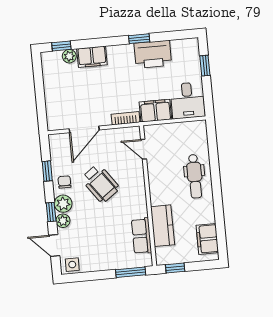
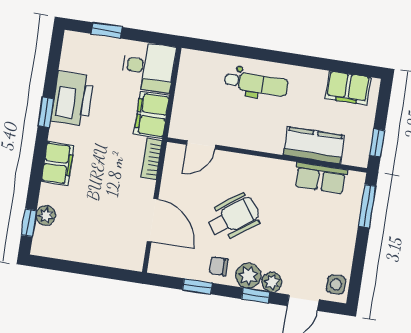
filing cabinet: (92, 57) -> (58, 164), moved

